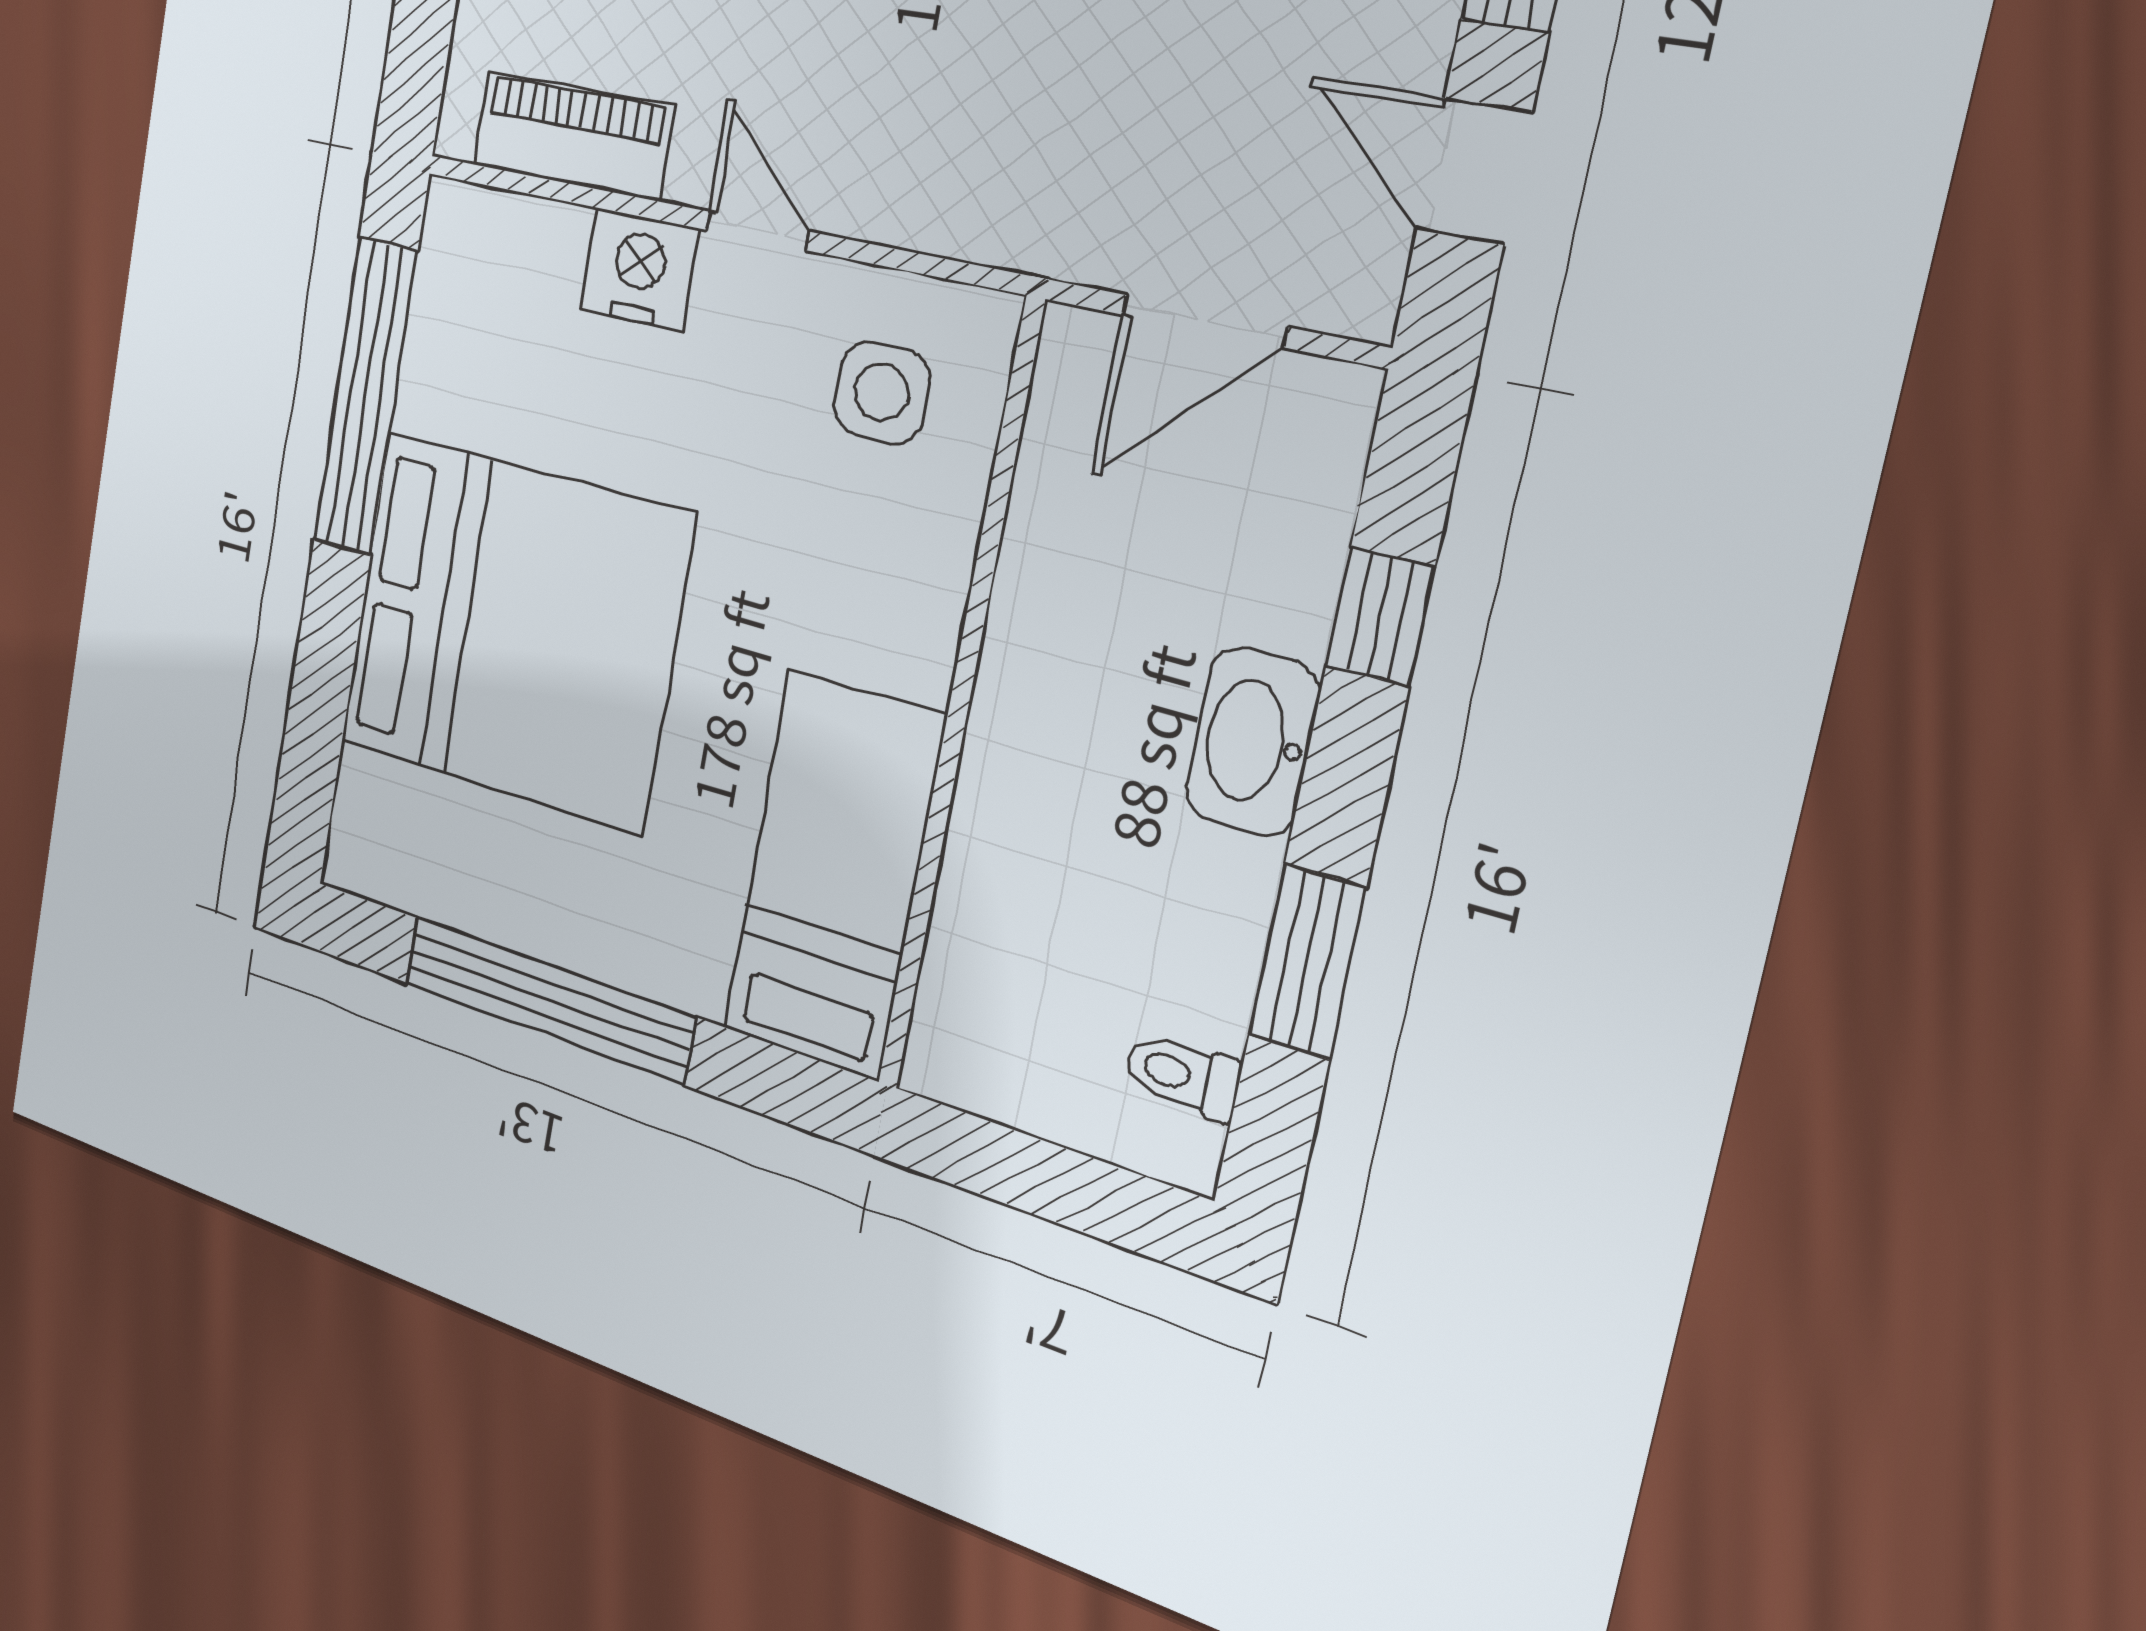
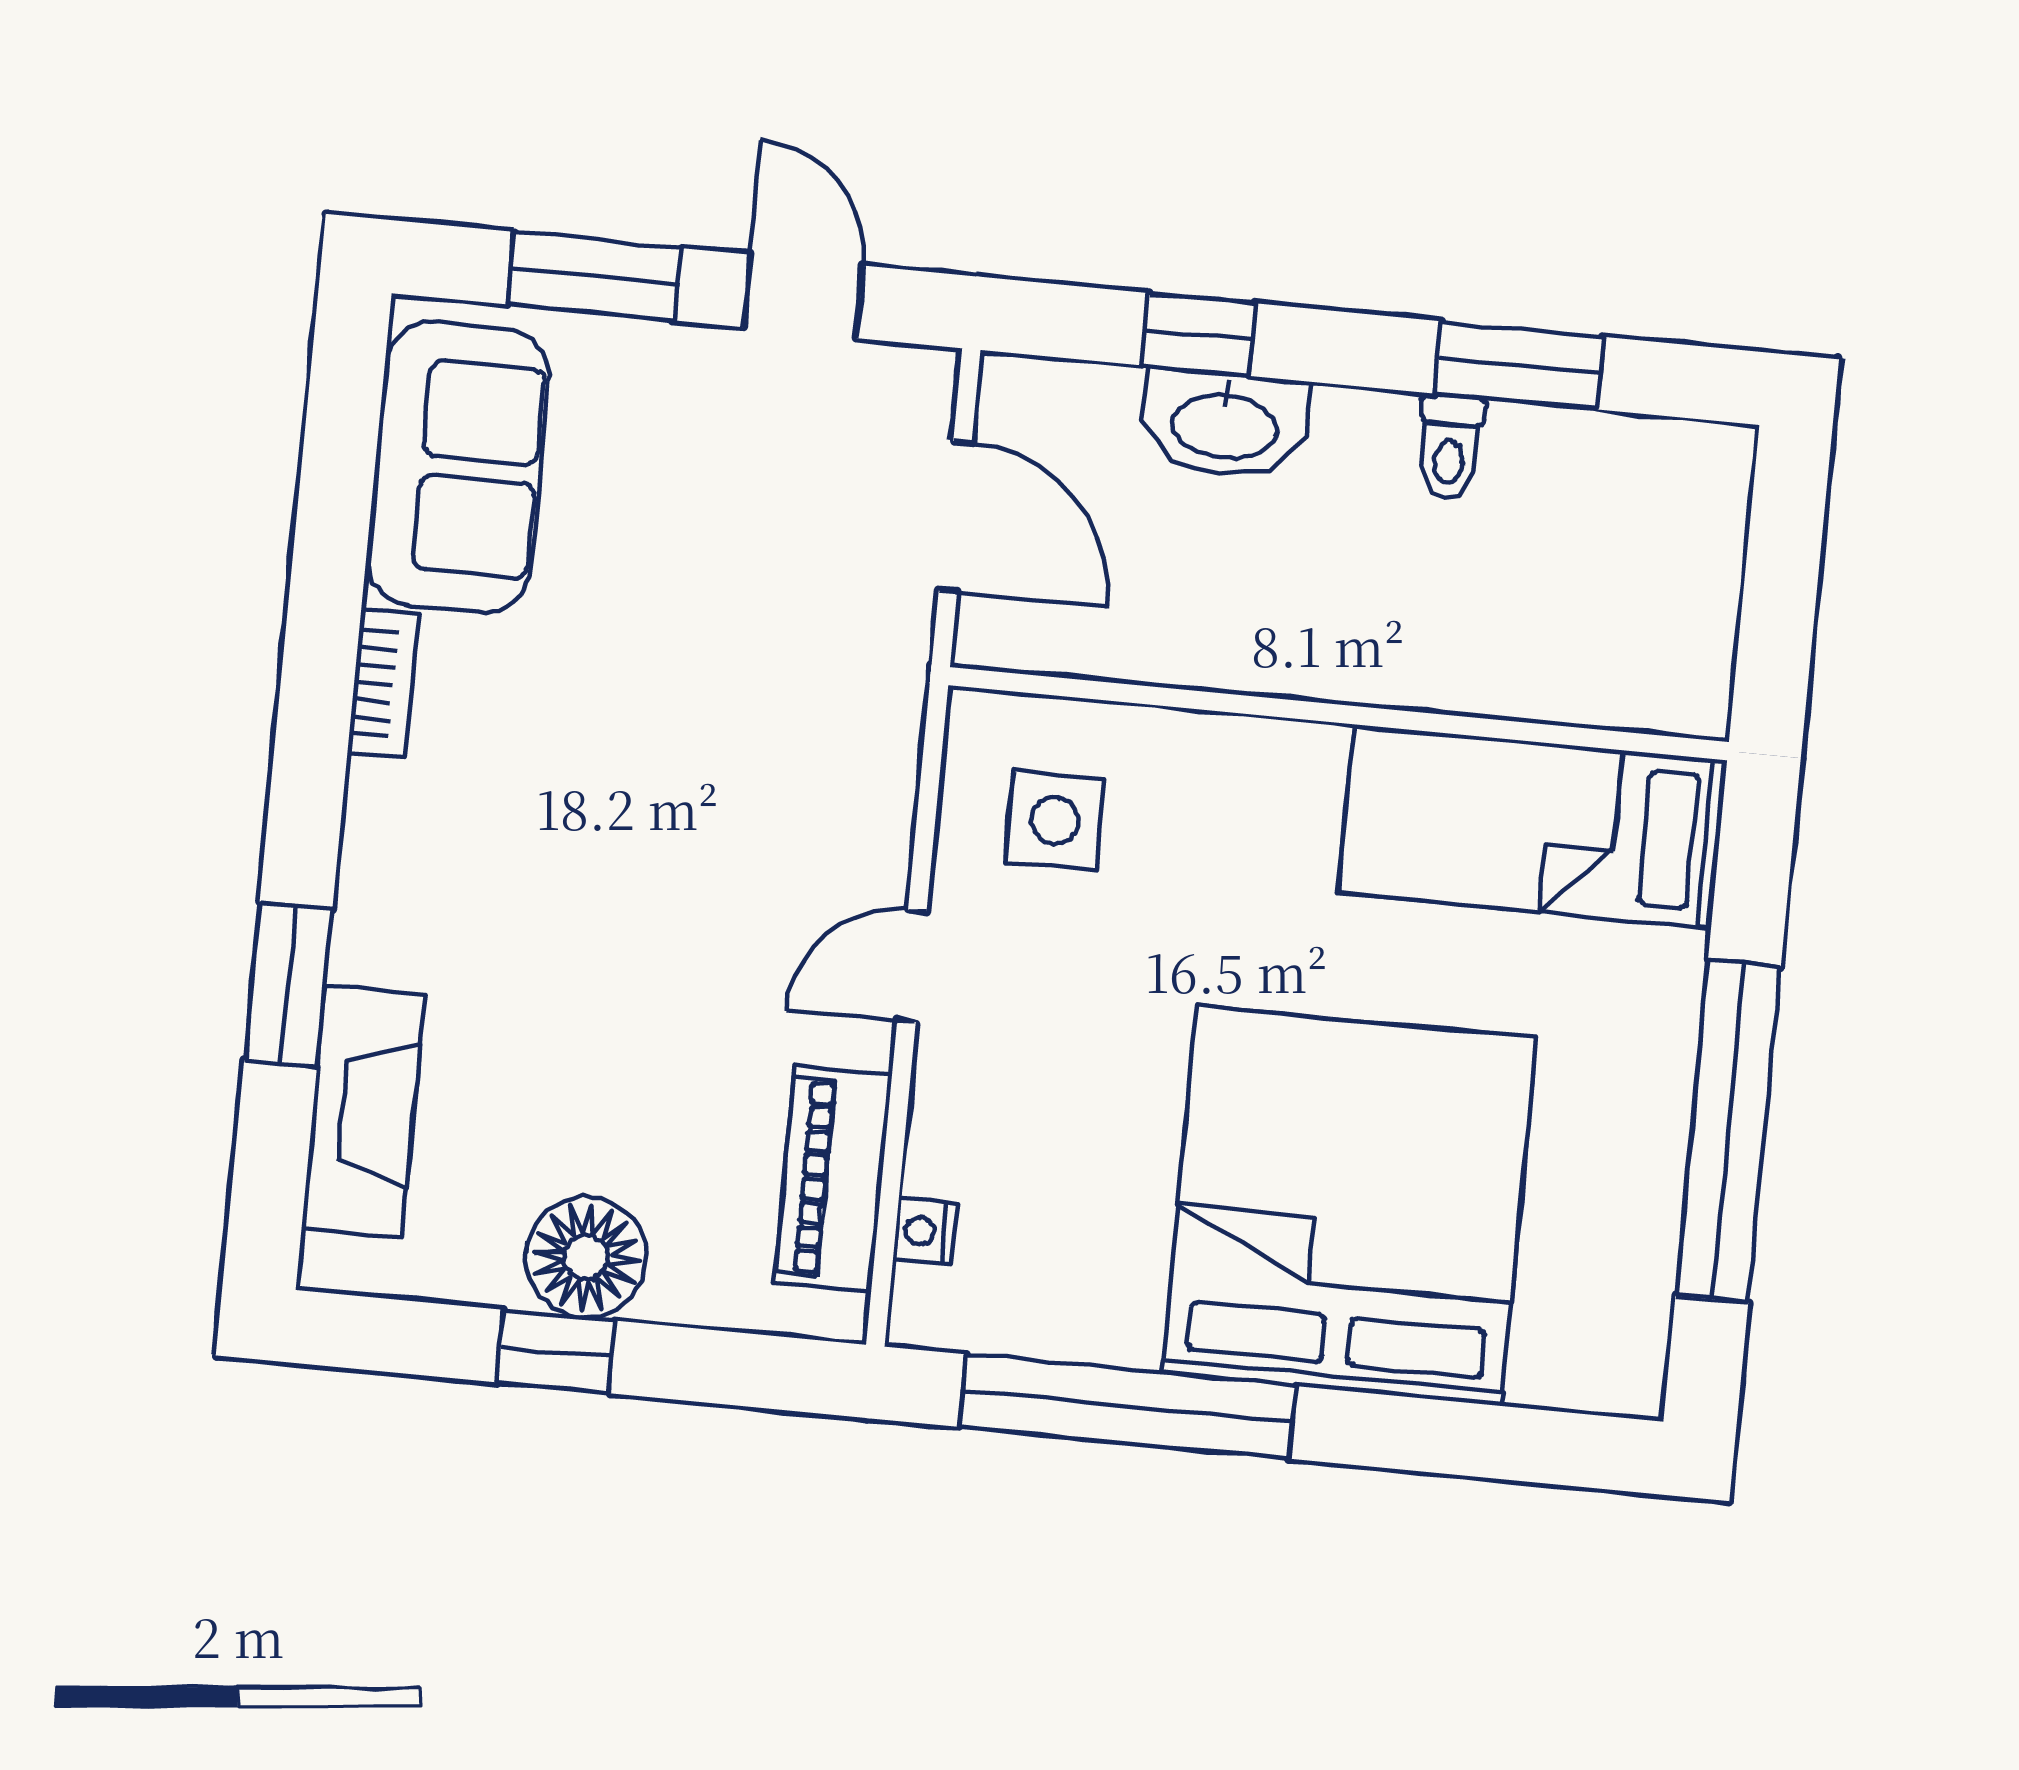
door: (1474, 171) -> (803, 296), swing flipped
nightstand: (639, 269) -> (925, 1231), moved, width x0.53, depth x0.56
washbasin: (1253, 742) -> (1225, 424), moved
toilet: (1182, 1076) -> (1450, 447), moved

